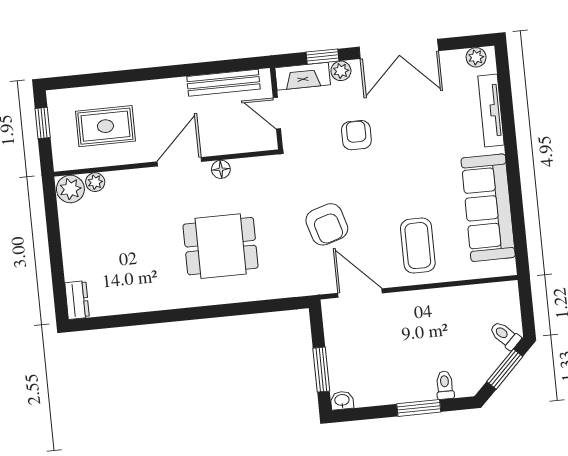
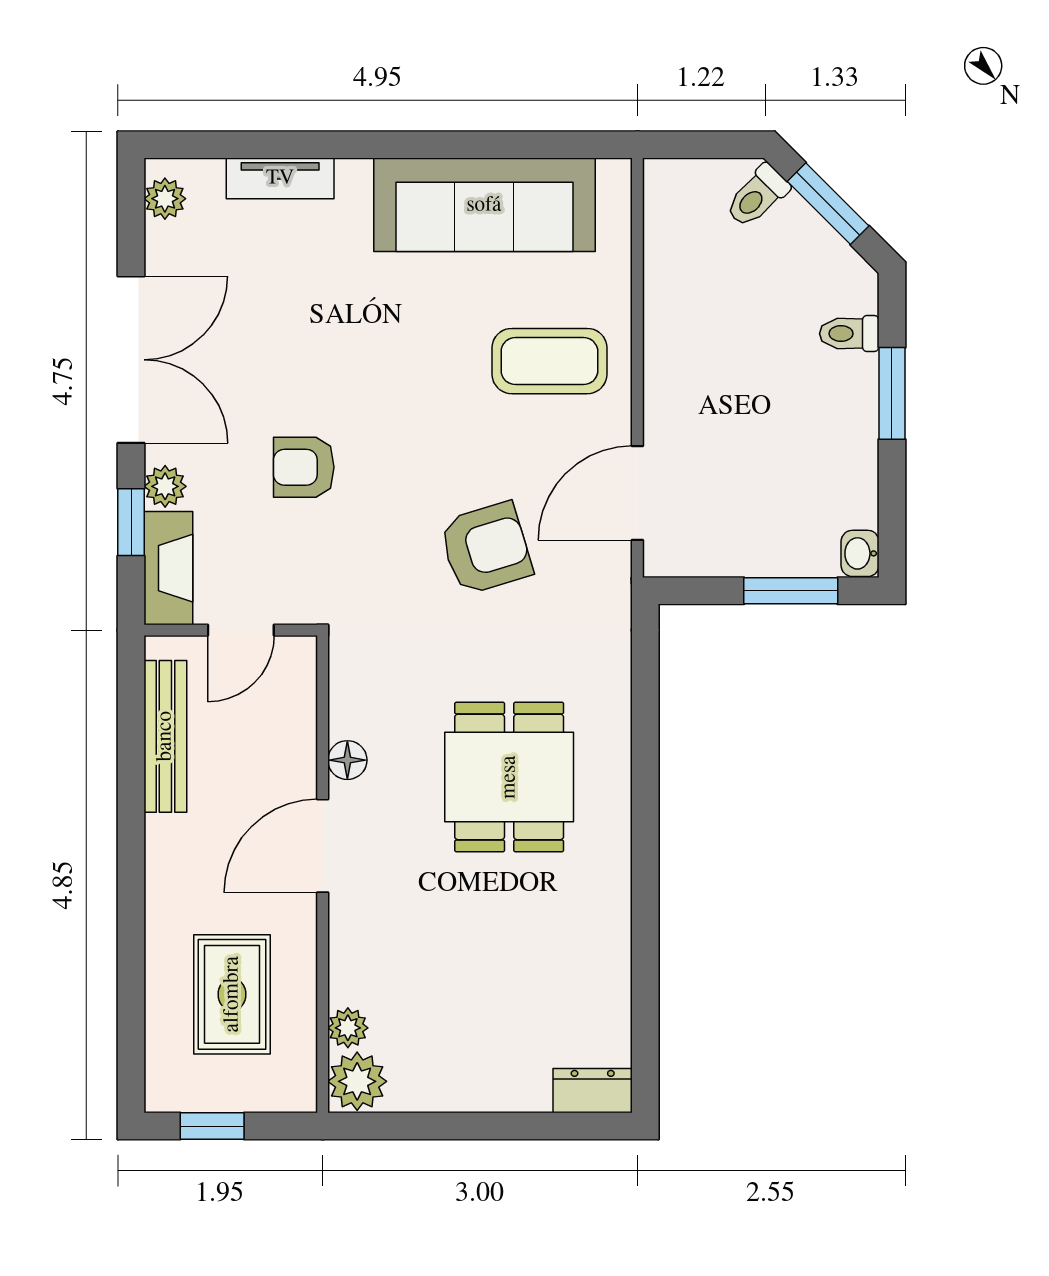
tv unit: (491, 110) -> (280, 178), width x0.71
door: (179, 162) -> (323, 846), hinge flipped

